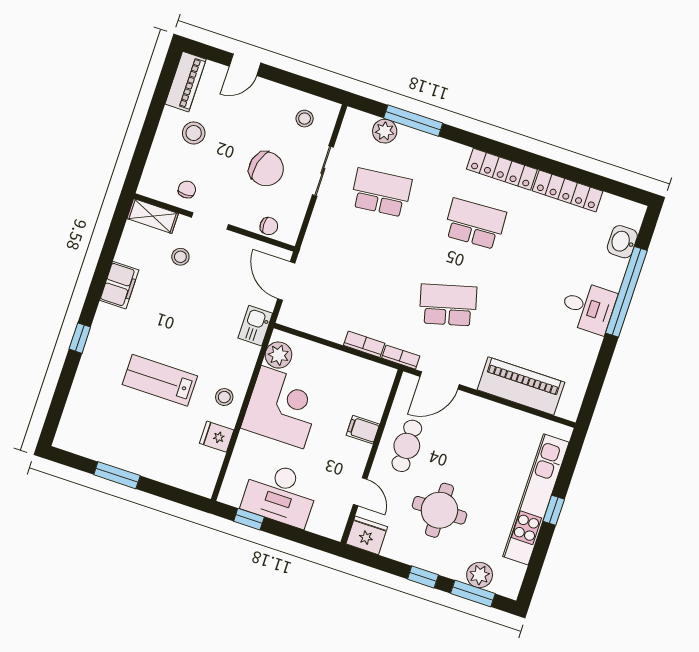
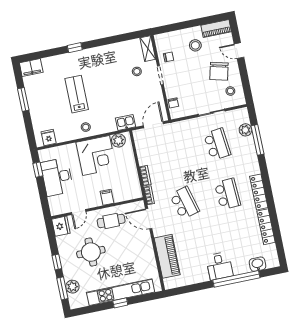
chair: (266, 169) -> (219, 71), moved
filing cabinet: (119, 285) -> (31, 67), moved
fridge: (217, 437) -> (49, 138), moved

